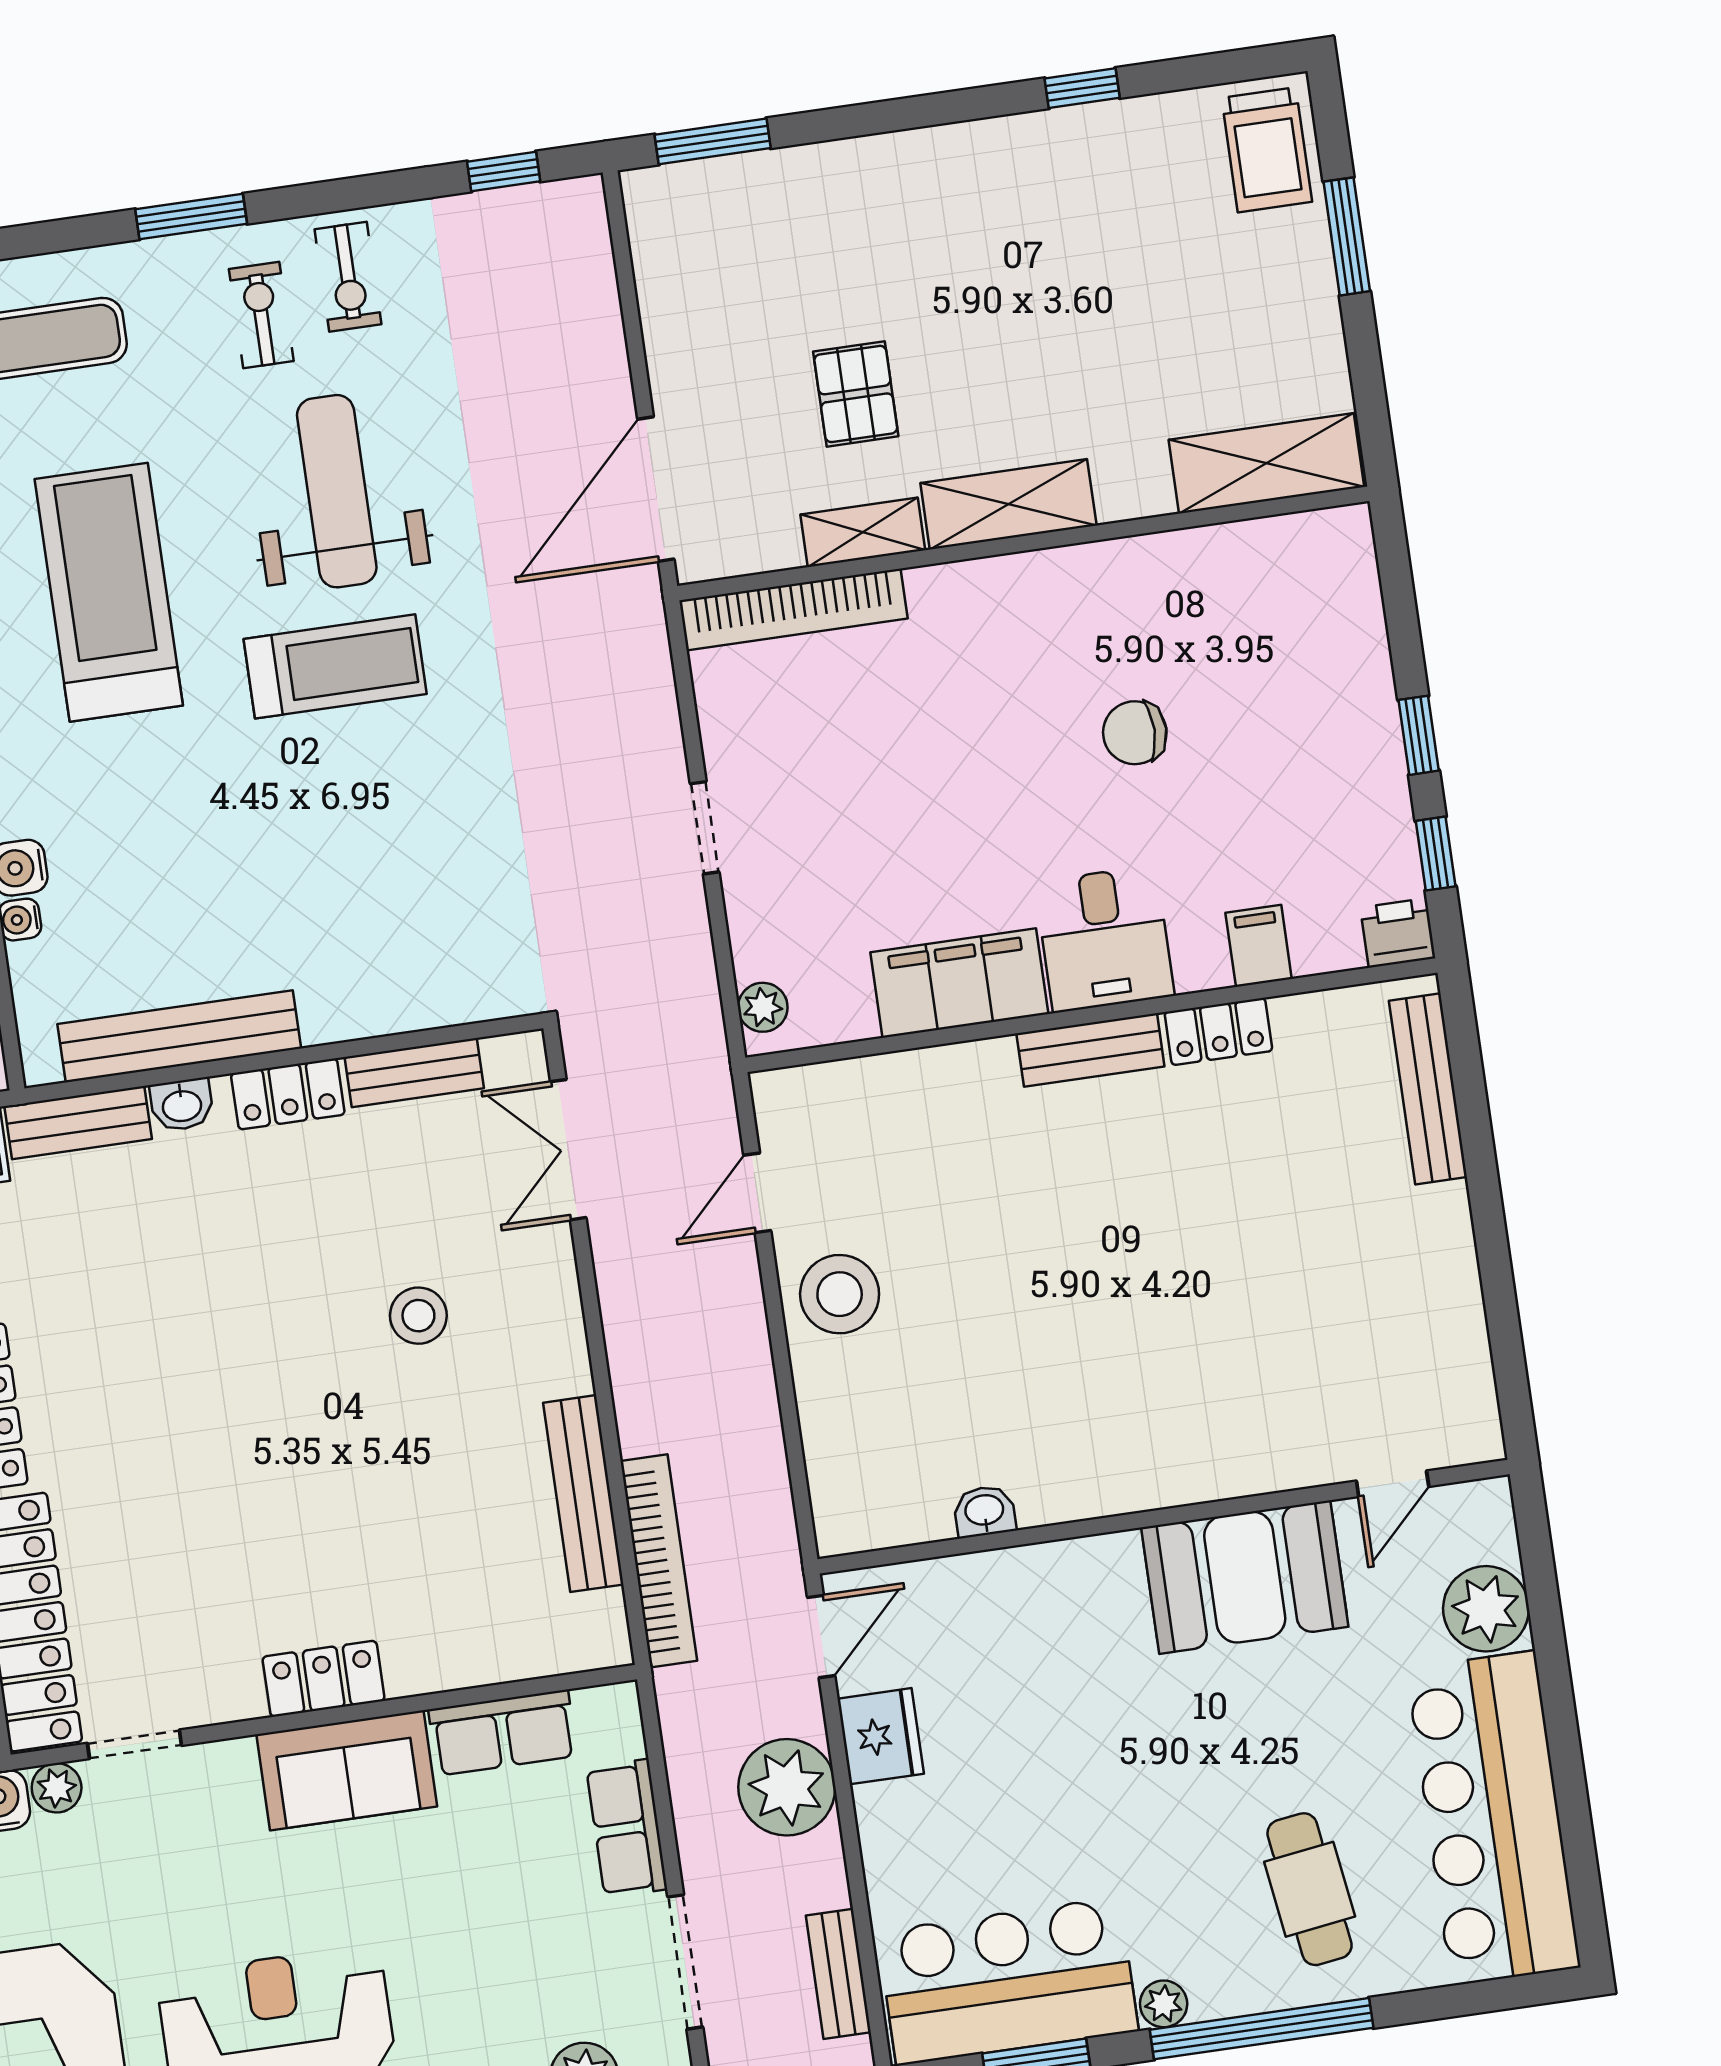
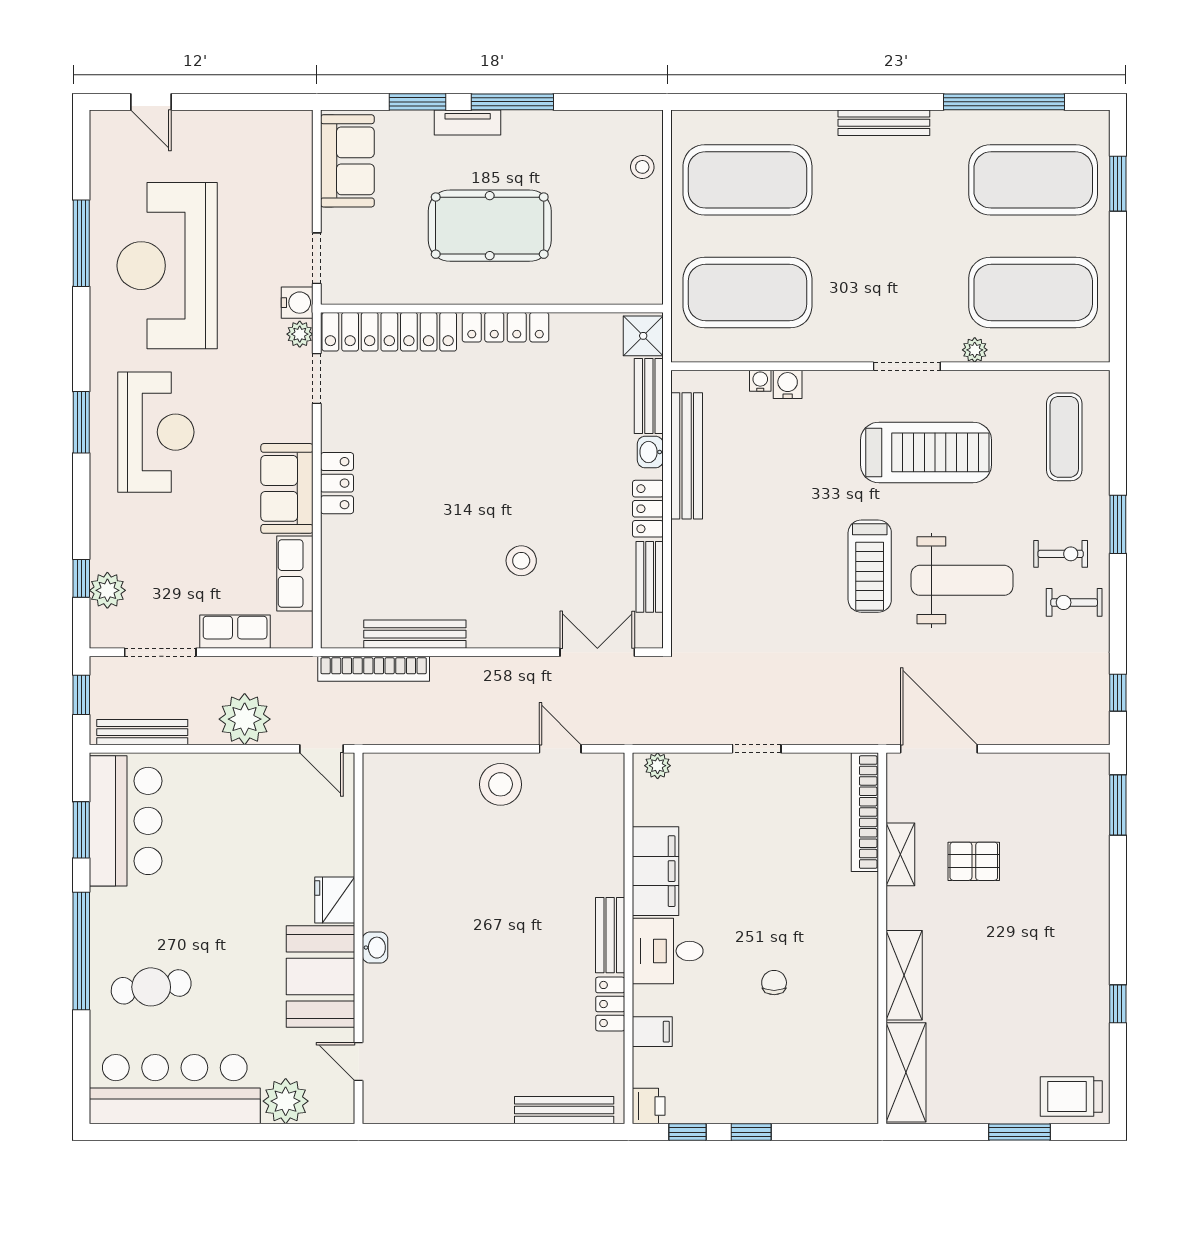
shelving: (1008, 504) -> (904, 975), moved
chair: (1135, 733) -> (774, 983), width x0.73, depth x0.73
washbasin: (984, 1511) -> (375, 948), moved
fridge: (881, 1736) -> (335, 900), moved, turned 90
bench: (838, 1974) -> (142, 732), width x1.36
plant: (1164, 2004) -> (102, 901), removed

